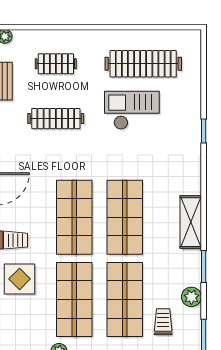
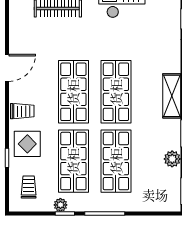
trolley: (163, 322) -> (29, 187), moved

